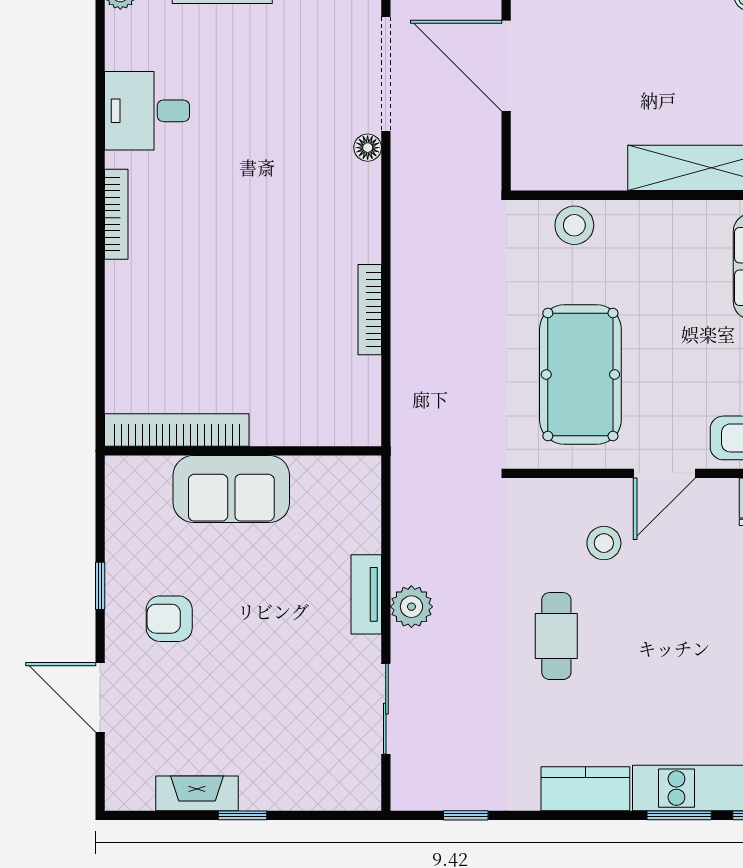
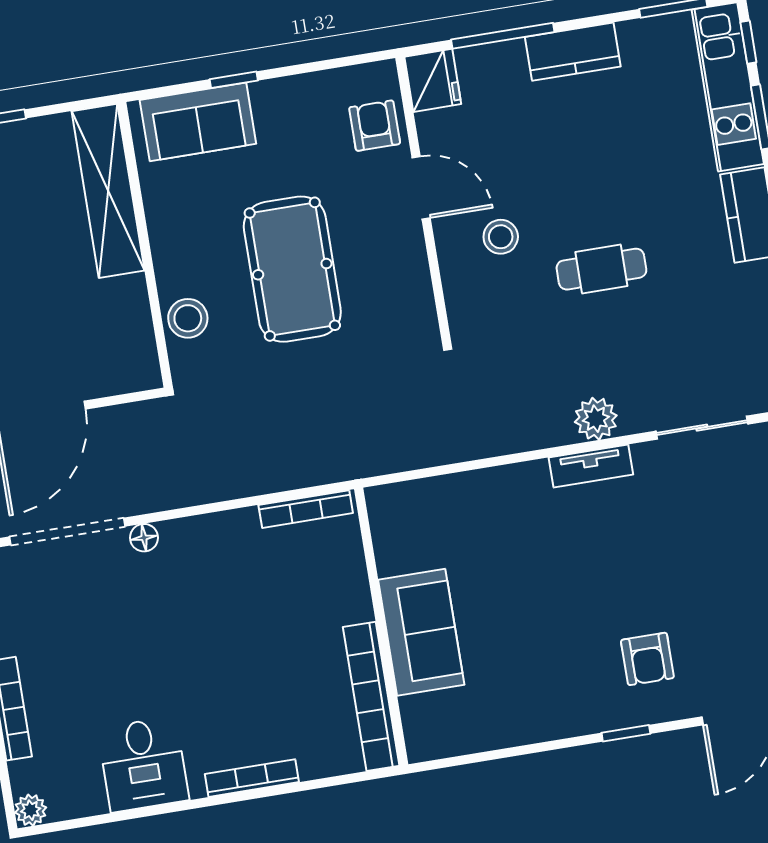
pool table: (580, 375) -> (292, 269), moved, turned 90
bookcase: (177, 430) -> (371, 696), moved
wall: (243, 451) -> (381, 627), moved
sofa: (231, 489) -> (421, 632), moved

